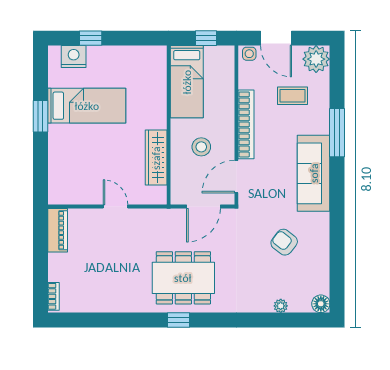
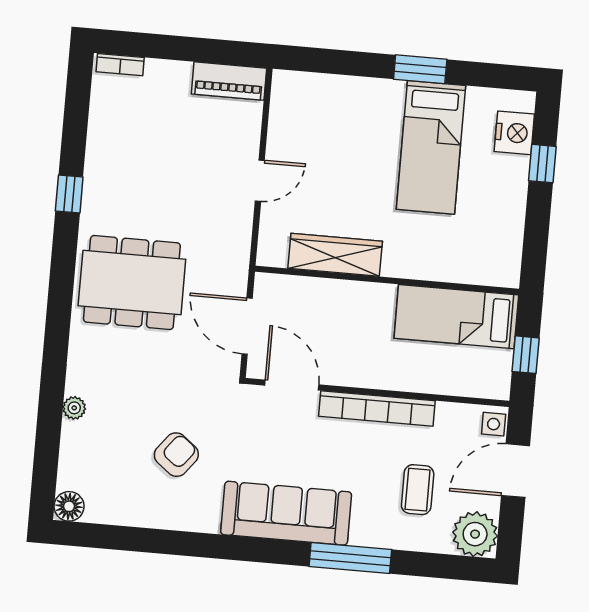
stool: (201, 147) -> (346, 331), removed
dining table: (183, 278) -> (132, 282), turned 90
plant: (281, 306) -> (74, 408), moved
window: (178, 320) -> (69, 194), moved

